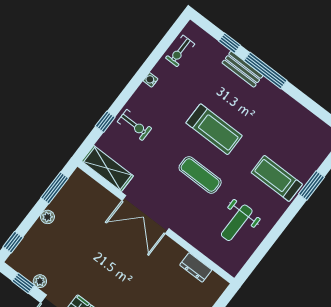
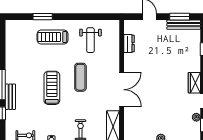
treadmill: (277, 178) -> (53, 37), turned 90
weight bench: (237, 223) -> (90, 40), turned 90

